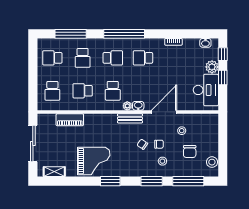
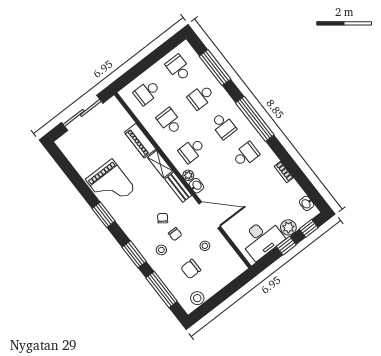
school desk: (143, 58) -> (246, 155), turned 90
piano: (70, 120) -> (140, 141), moved
shelving: (54, 172) -> (160, 164), moved

